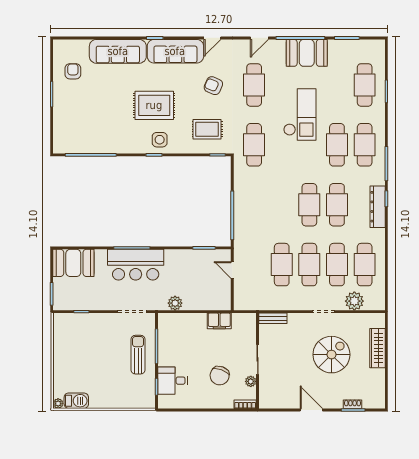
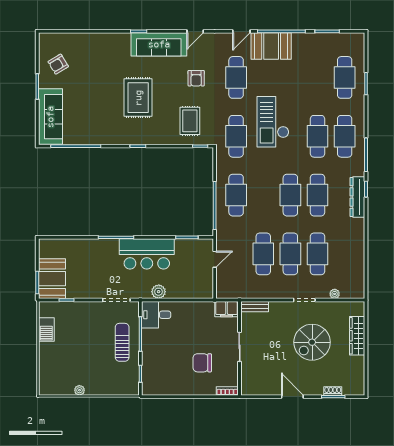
sofa: (118, 51) -> (50, 117), moved, turned -90
booth: (307, 53) -> (271, 46), moved
armchair: (73, 71) -> (58, 64), turned -121
armchair: (213, 86) -> (196, 78), turned -113
rug: (154, 105) -> (138, 98), turned 90
checkout: (300, 115) -> (273, 122), moved, turned 180
rug: (207, 129) -> (190, 121), turned 90
side table: (160, 140) -> (143, 131), removed
booth: (73, 263) -> (52, 279), moved, turned 90
bar counter: (136, 265) -> (147, 254), moved
cafe table: (365, 265) -> (236, 195), moved
door: (232, 270) -> (215, 259), swing flipped
plant: (354, 301) -> (335, 294), width x0.53, depth x0.53
filing cabinet: (219, 321) -> (227, 309), moved
spiral stairs: (331, 355) -> (312, 342), turned 180
chair: (220, 376) -> (202, 363), turned 70
desk: (173, 381) -> (156, 315), moved
plant: (251, 381) -> (233, 369), removed
barbecue: (76, 401) -> (46, 330), moved, turned 90
plant: (58, 404) -> (79, 390), moved

